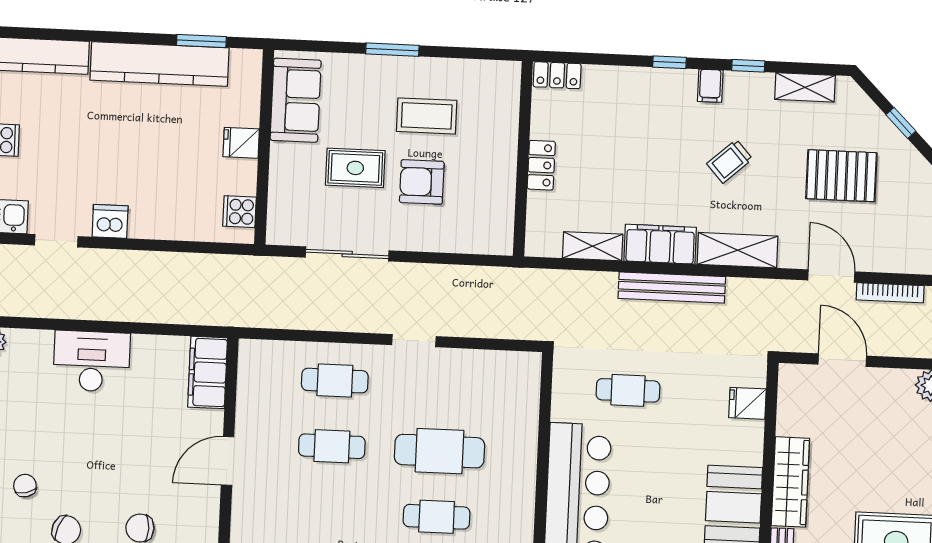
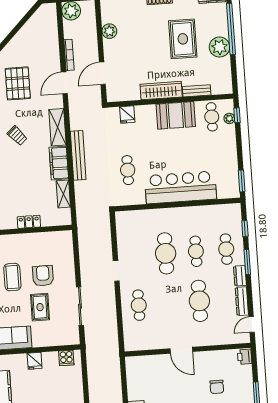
armchair: (422, 182) -> (43, 276), turned 180
filing cabinet: (208, 372) -> (142, 364), removed
cafe table: (332, 446) -> (199, 301), moved, width x1.37, depth x1.35

